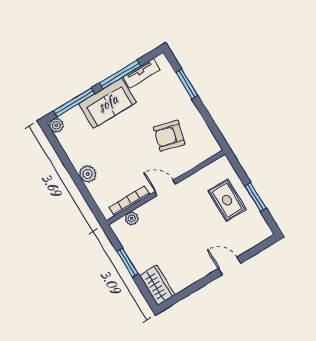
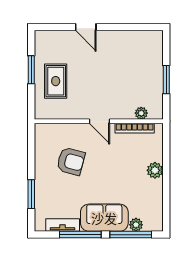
plant: (56, 125) -> (136, 225), moved
wardrobe: (157, 285) -> (153, 47), removed

